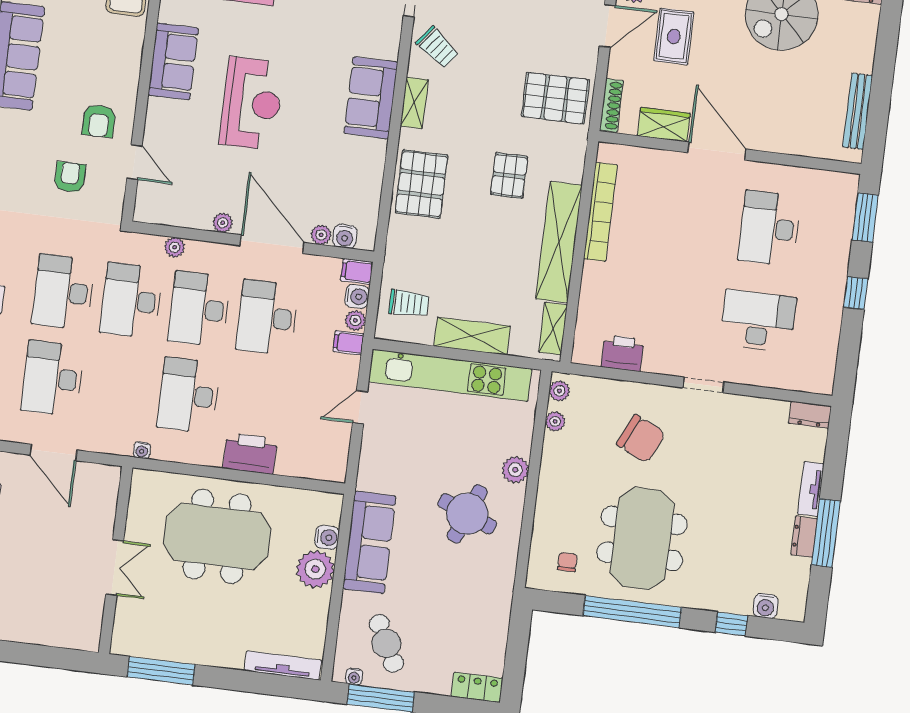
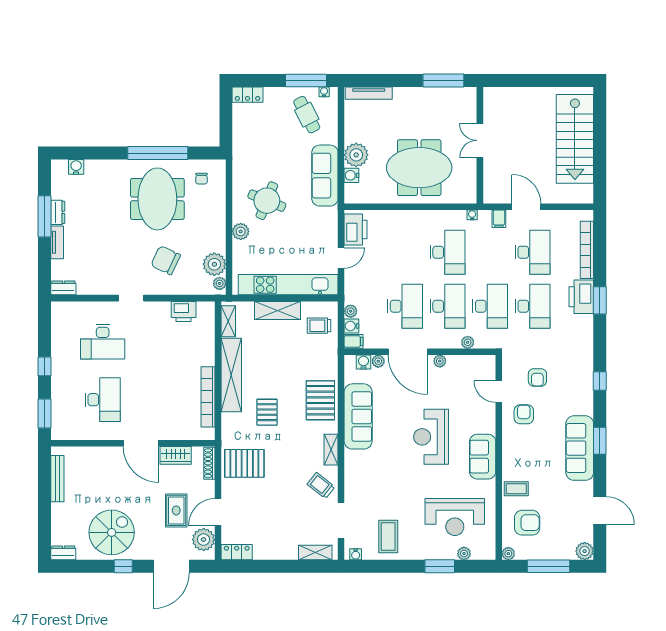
sofa: (371, 98) -> (358, 416), moved, width x1.36
filing cabinet: (348, 343) -> (499, 219), moved, turned 90
plant: (555, 421) -> (214, 264), width x1.87, depth x1.87
printer: (250, 453) -> (356, 229), moved, turned -90
window: (731, 624) -> (96, 153), removed

